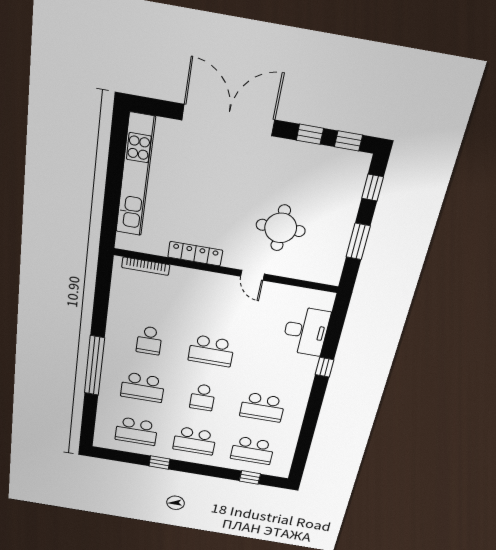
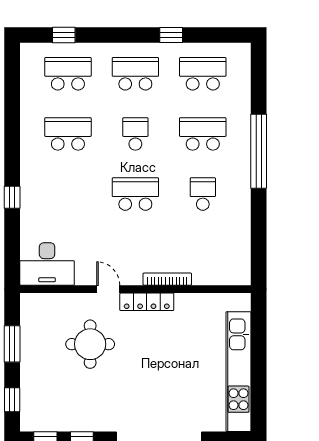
locker: (195, 254) -> (147, 302), moved
bookcase: (146, 266) -> (167, 279), moved
desk: (306, 331) -> (47, 264), moved, turned -90

